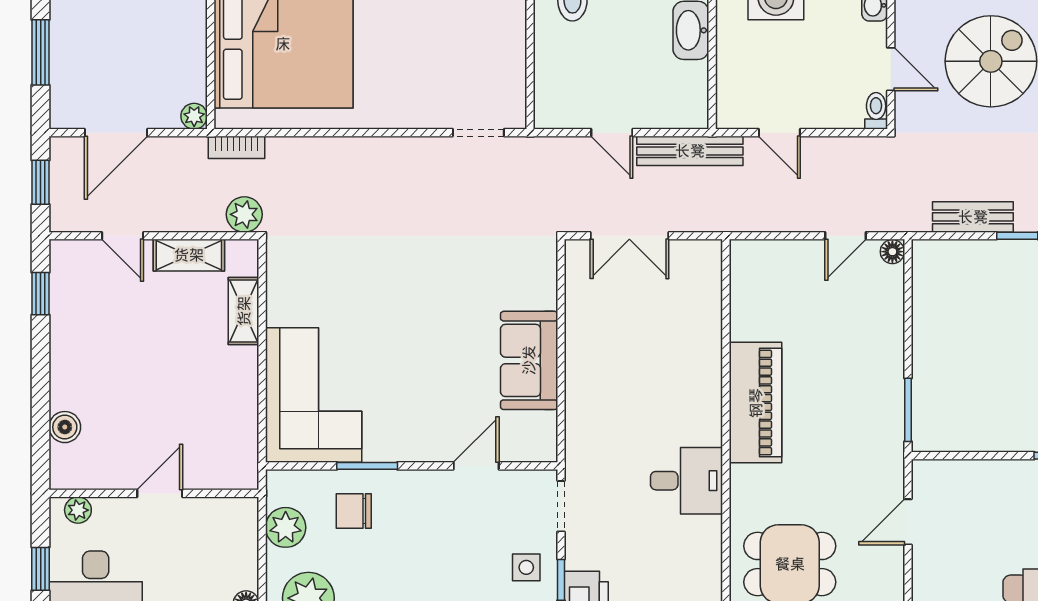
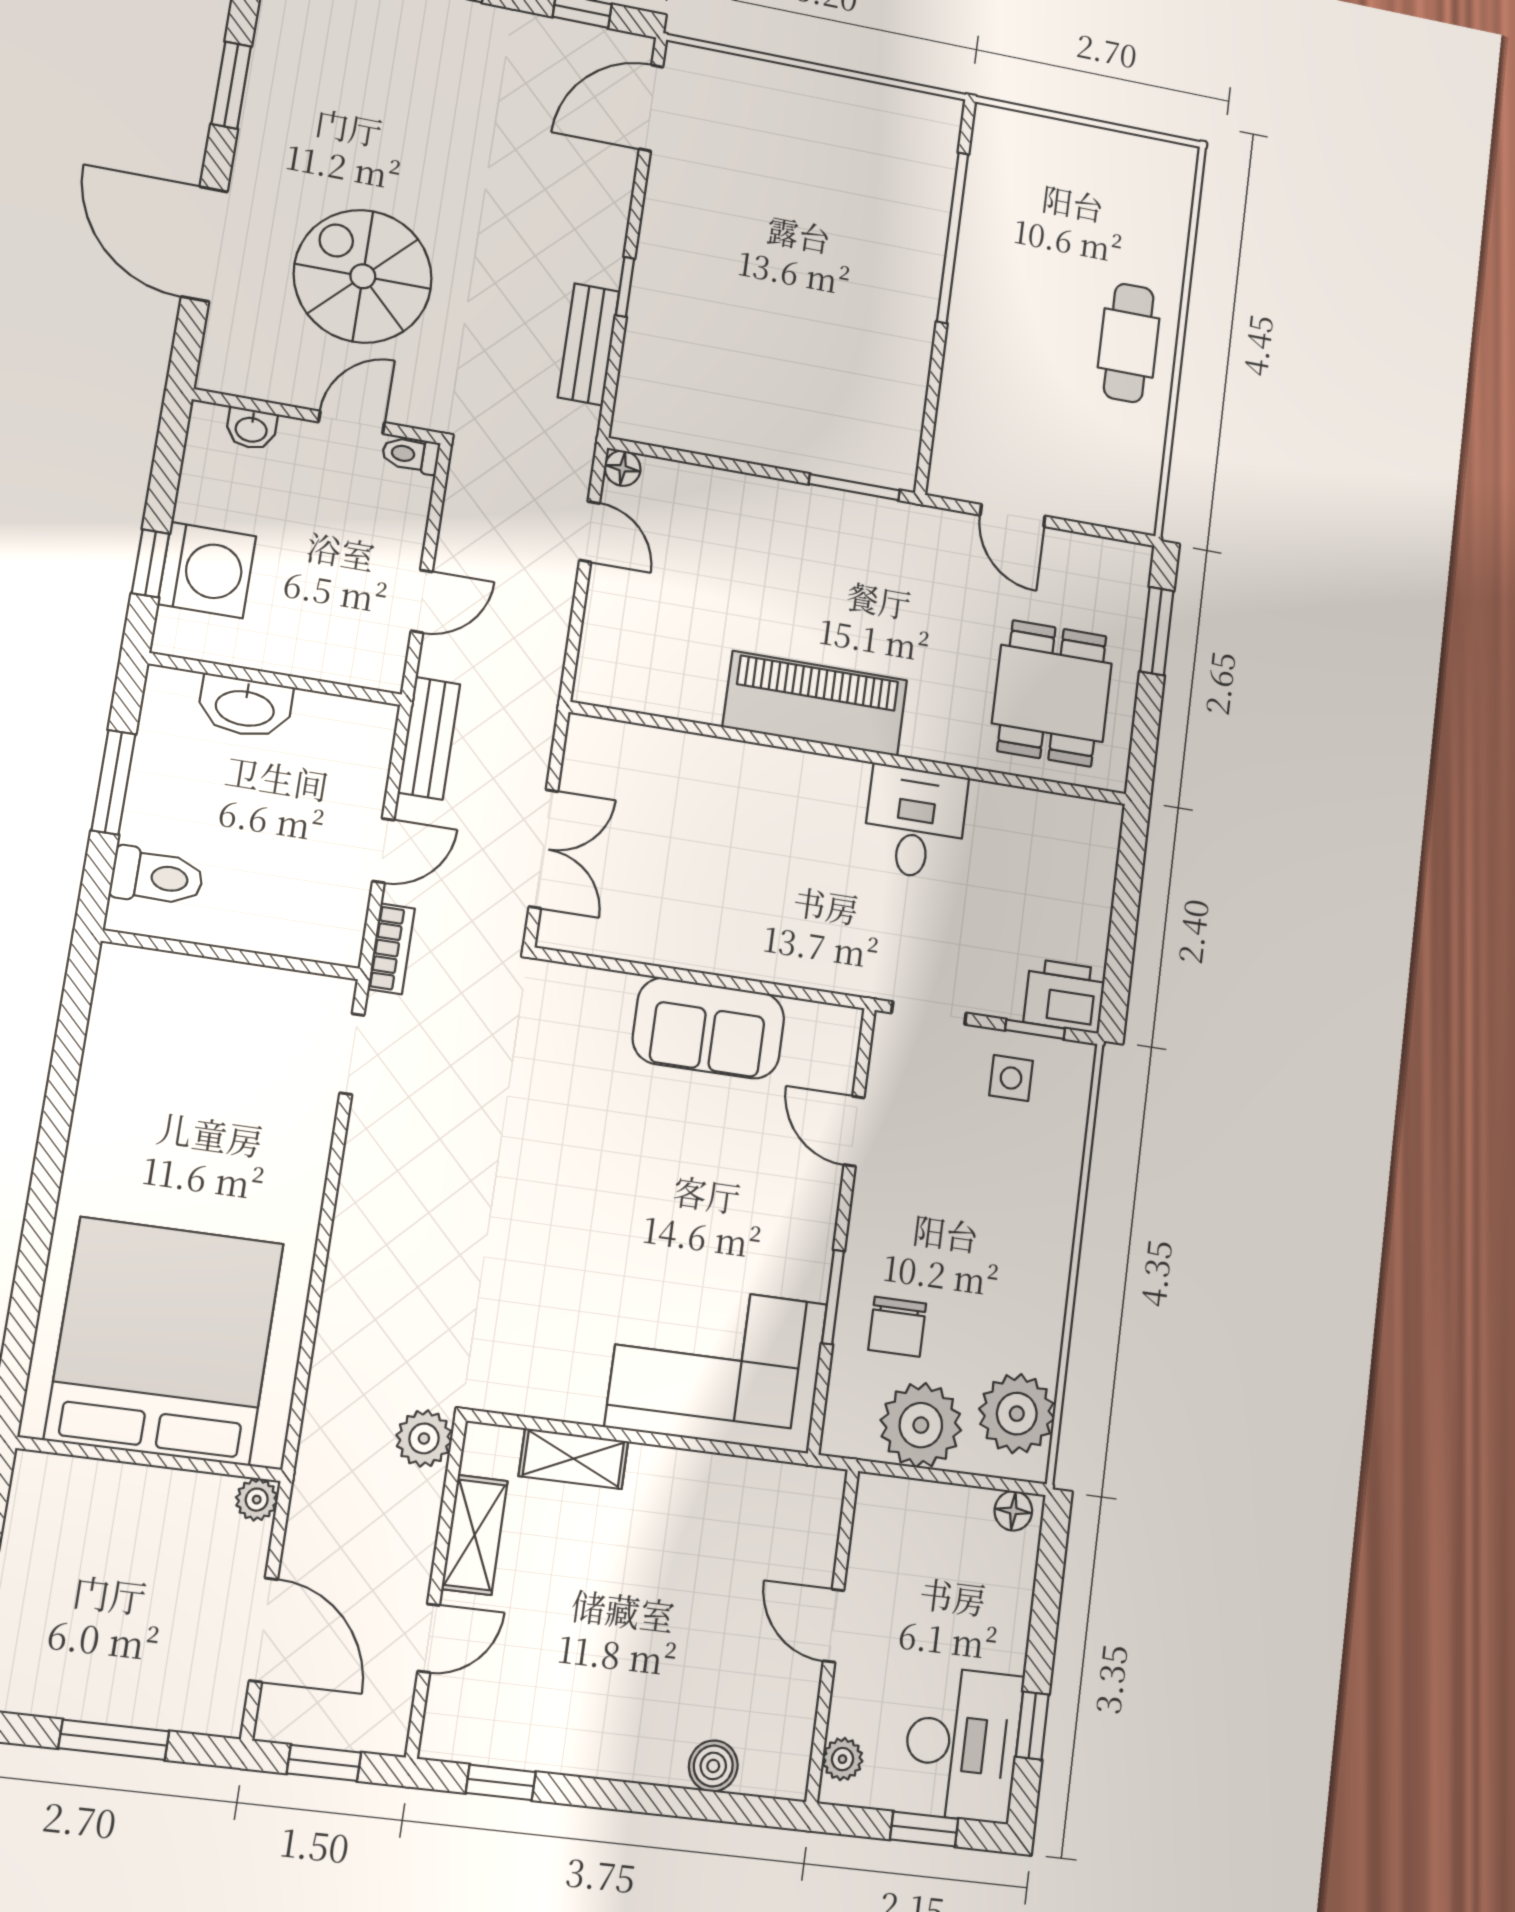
bookcase: (236, 147) -> (391, 949), moved
bench: (690, 151) -> (429, 738), width x0.73
plant: (286, 527) -> (921, 1425), width x1.36, depth x1.36

